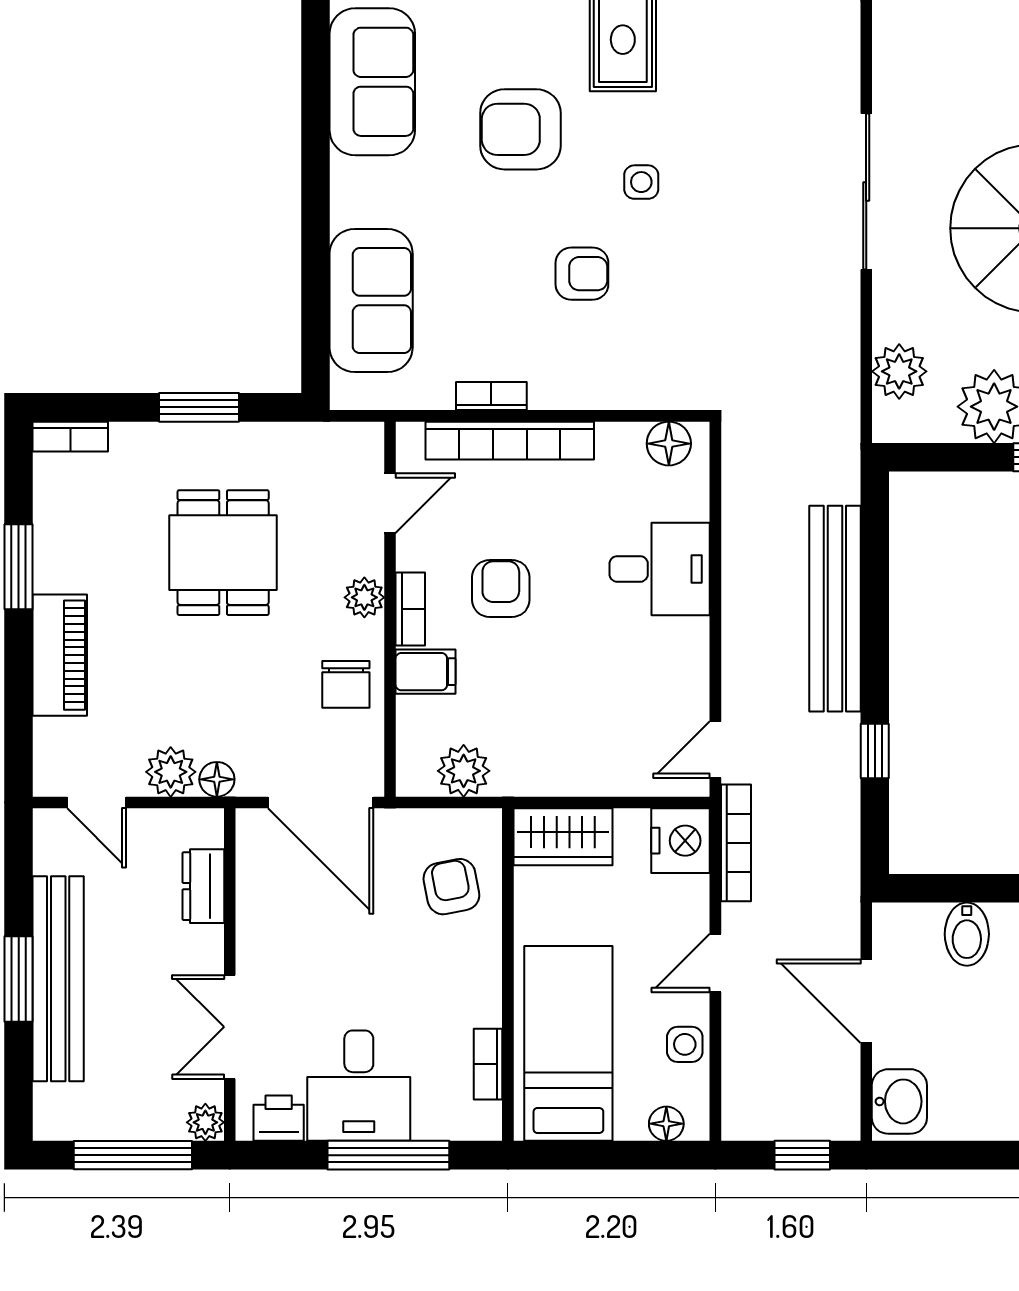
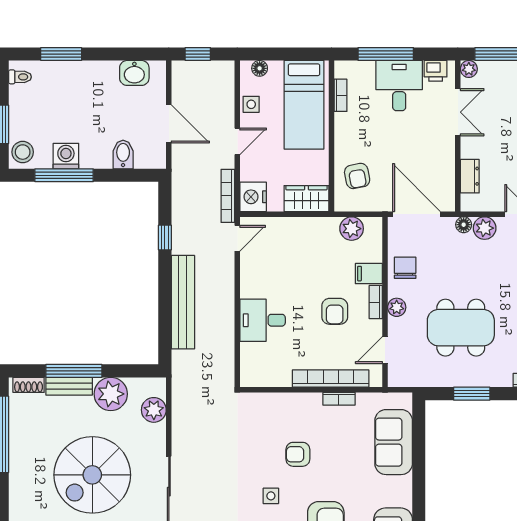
floor lamp: (669, 444) -> (258, 377), removed
dining table: (223, 553) -> (461, 328), width x1.38
washbasin: (899, 1101) -> (134, 73), moved, turned -90

